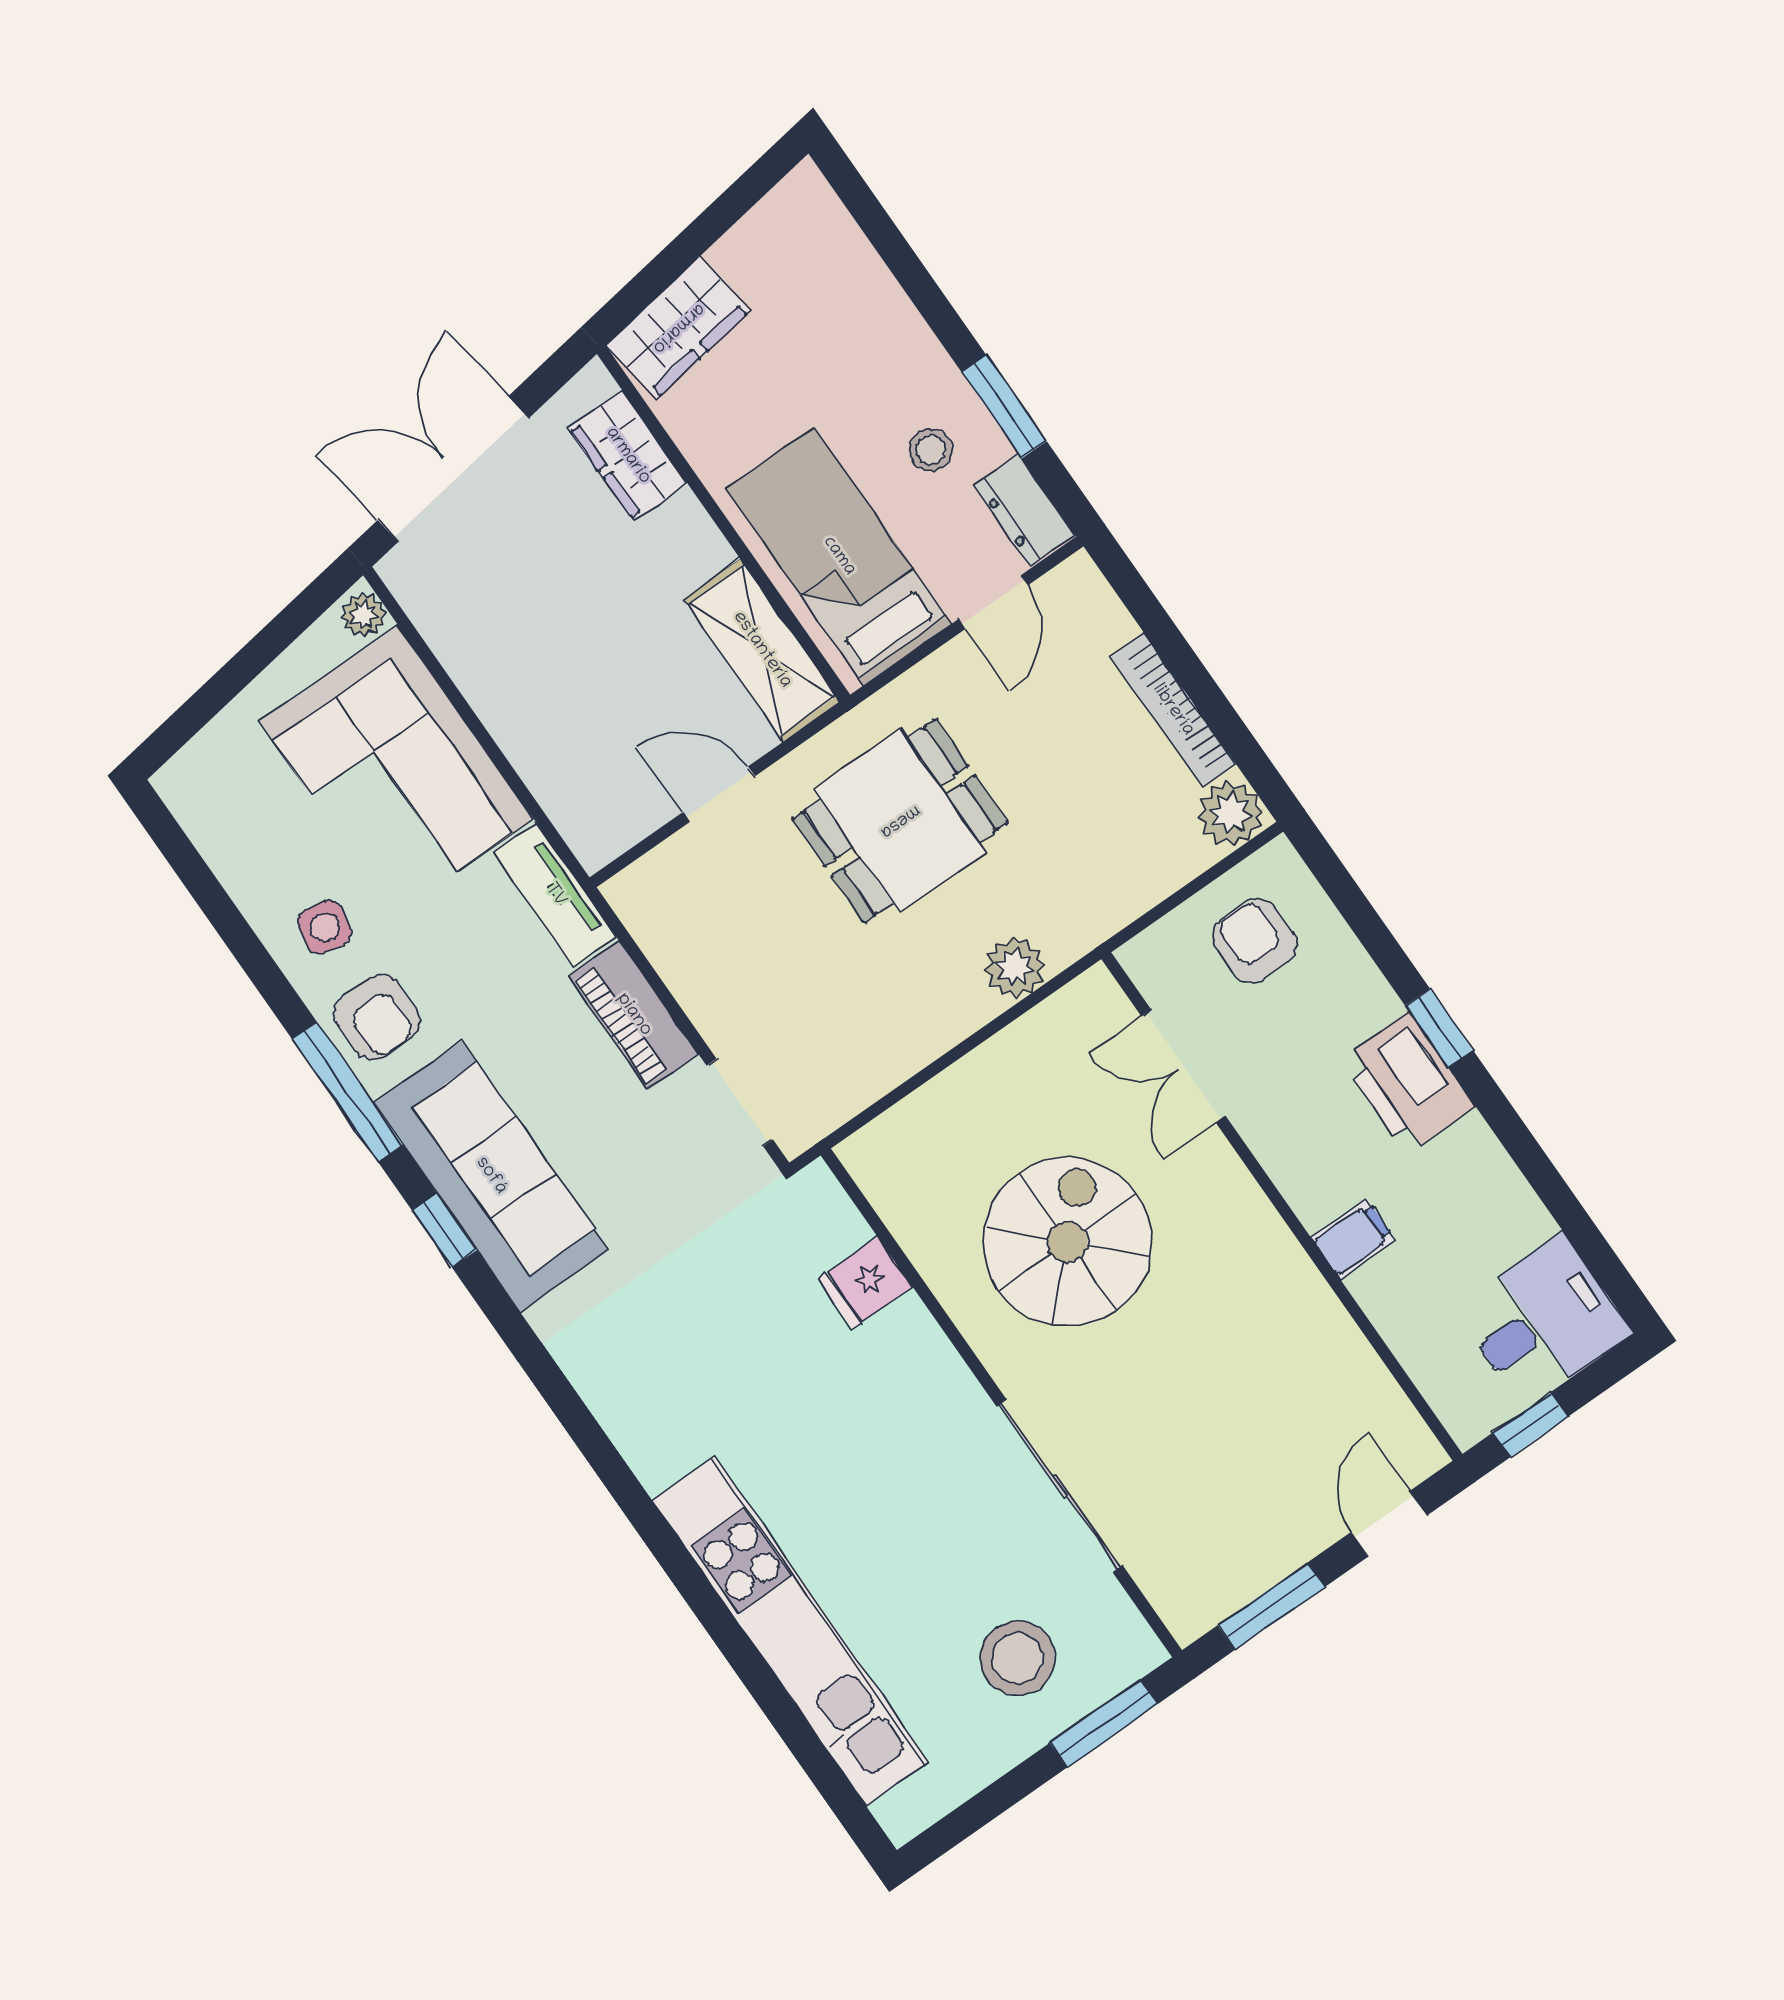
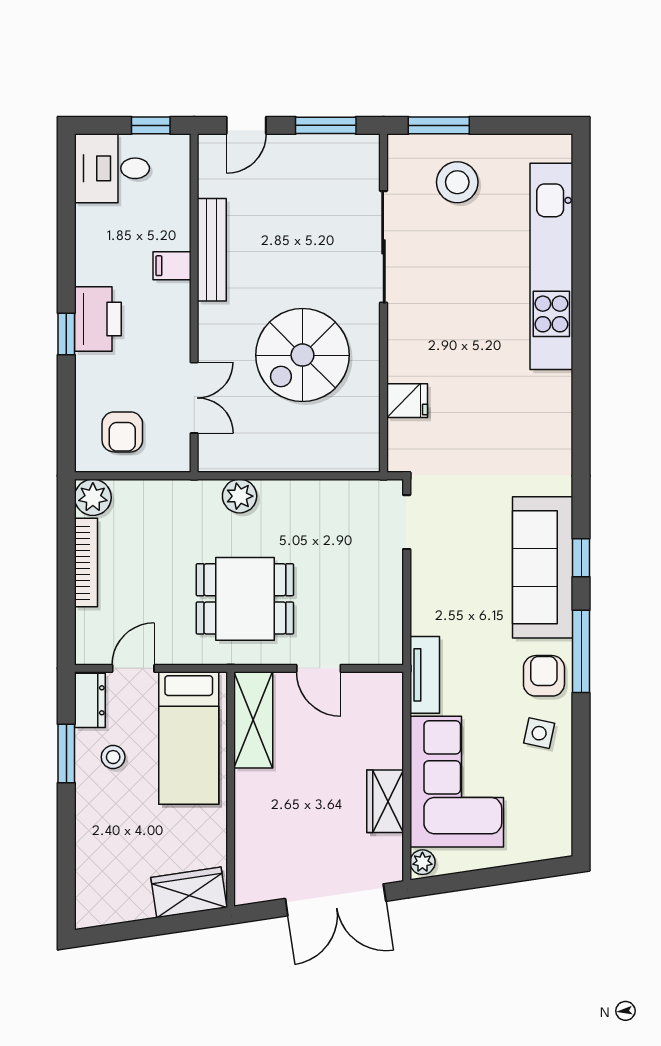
wardrobe: (628, 456) -> (385, 801), moved, turned 180
piano: (634, 1015) -> (427, 595), removed
bench: (1311, 1304) -> (212, 250), added

